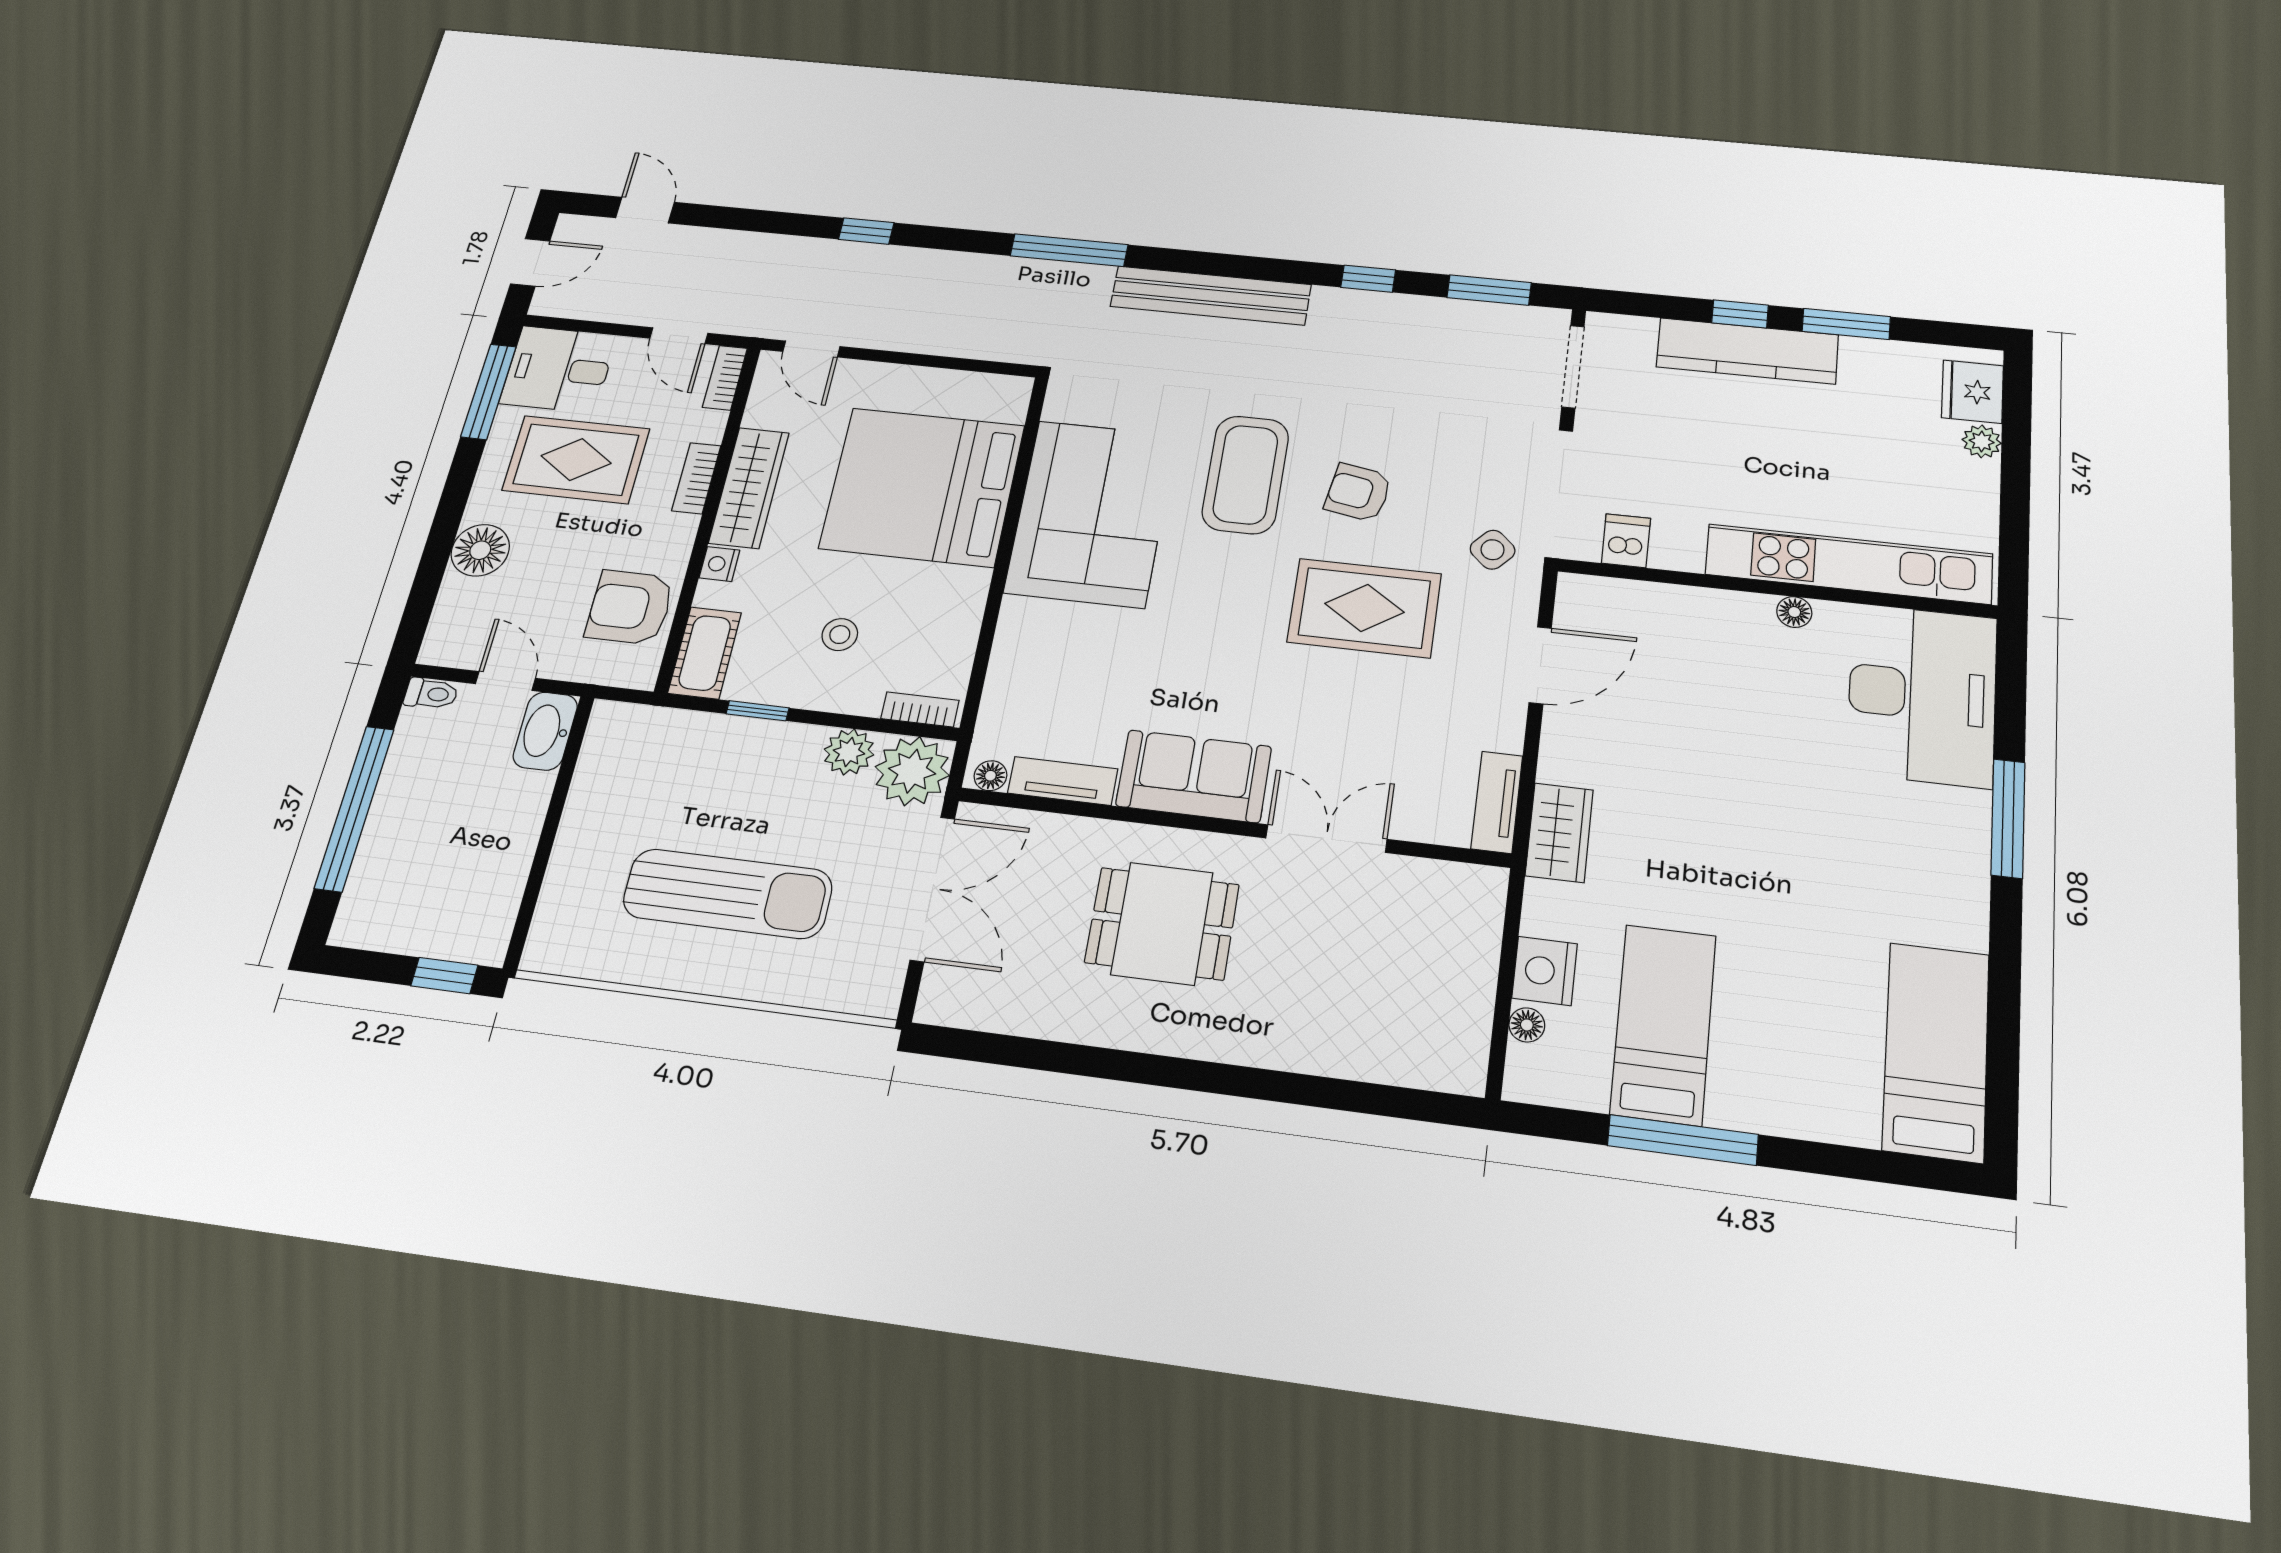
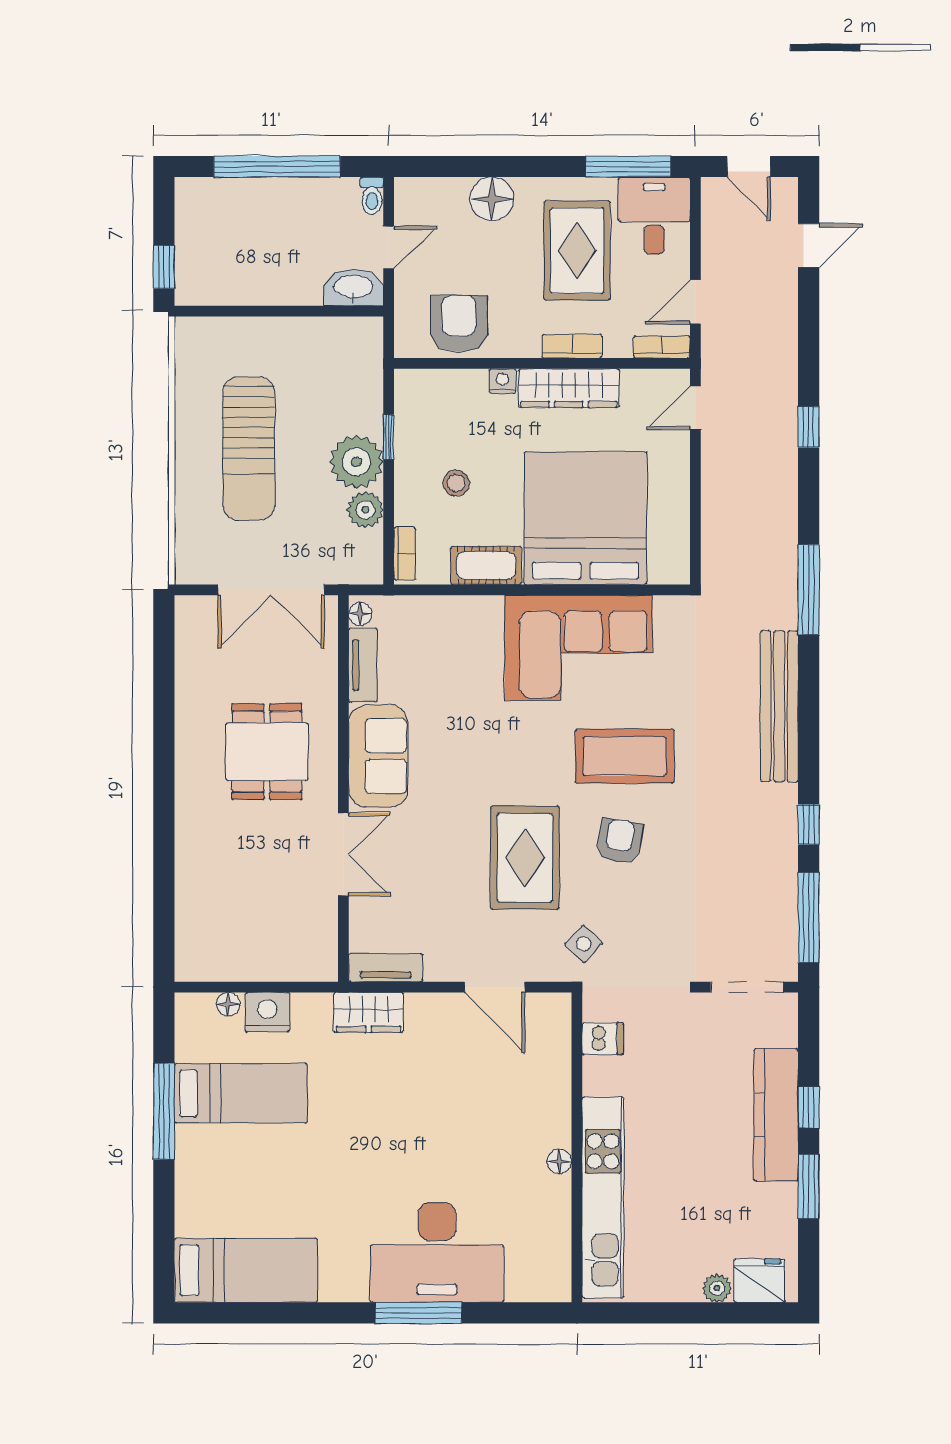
window: (1489, 290) -> (809, 917), width x1.44
cot: (705, 653) -> (486, 565), moved
desk: (1922, 695) -> (437, 1253), moved
plant: (912, 771) -> (357, 462), moved

